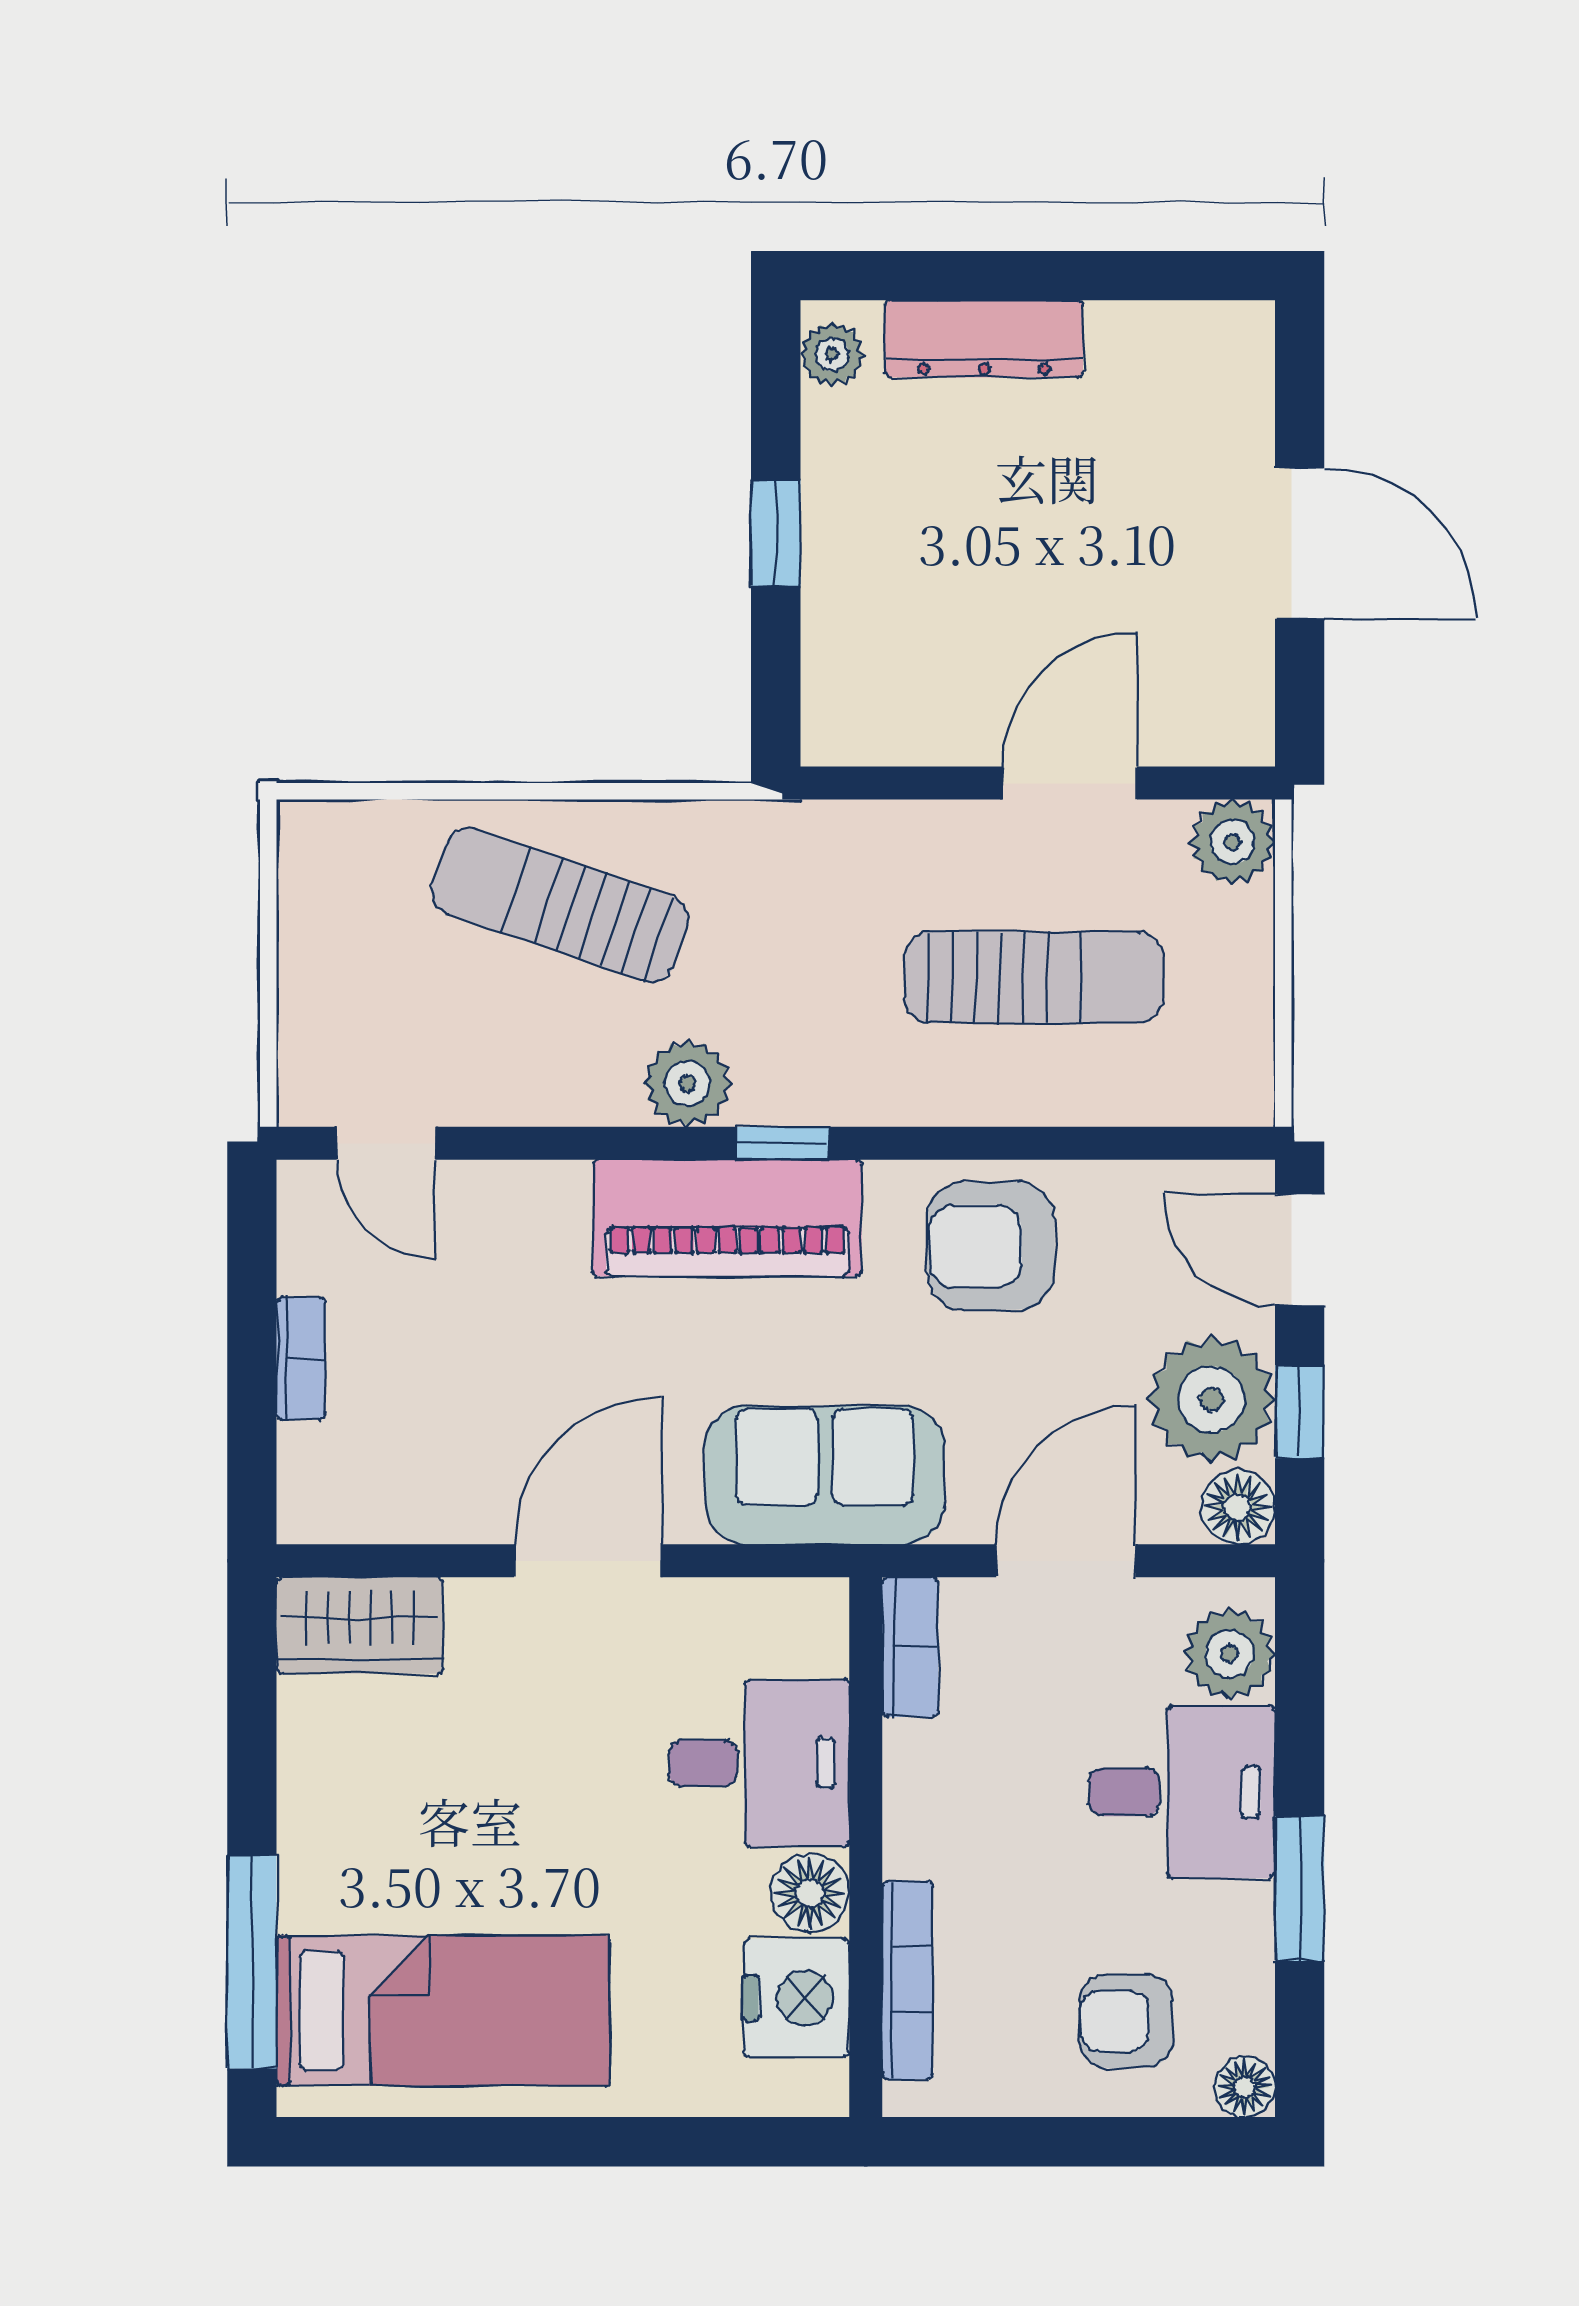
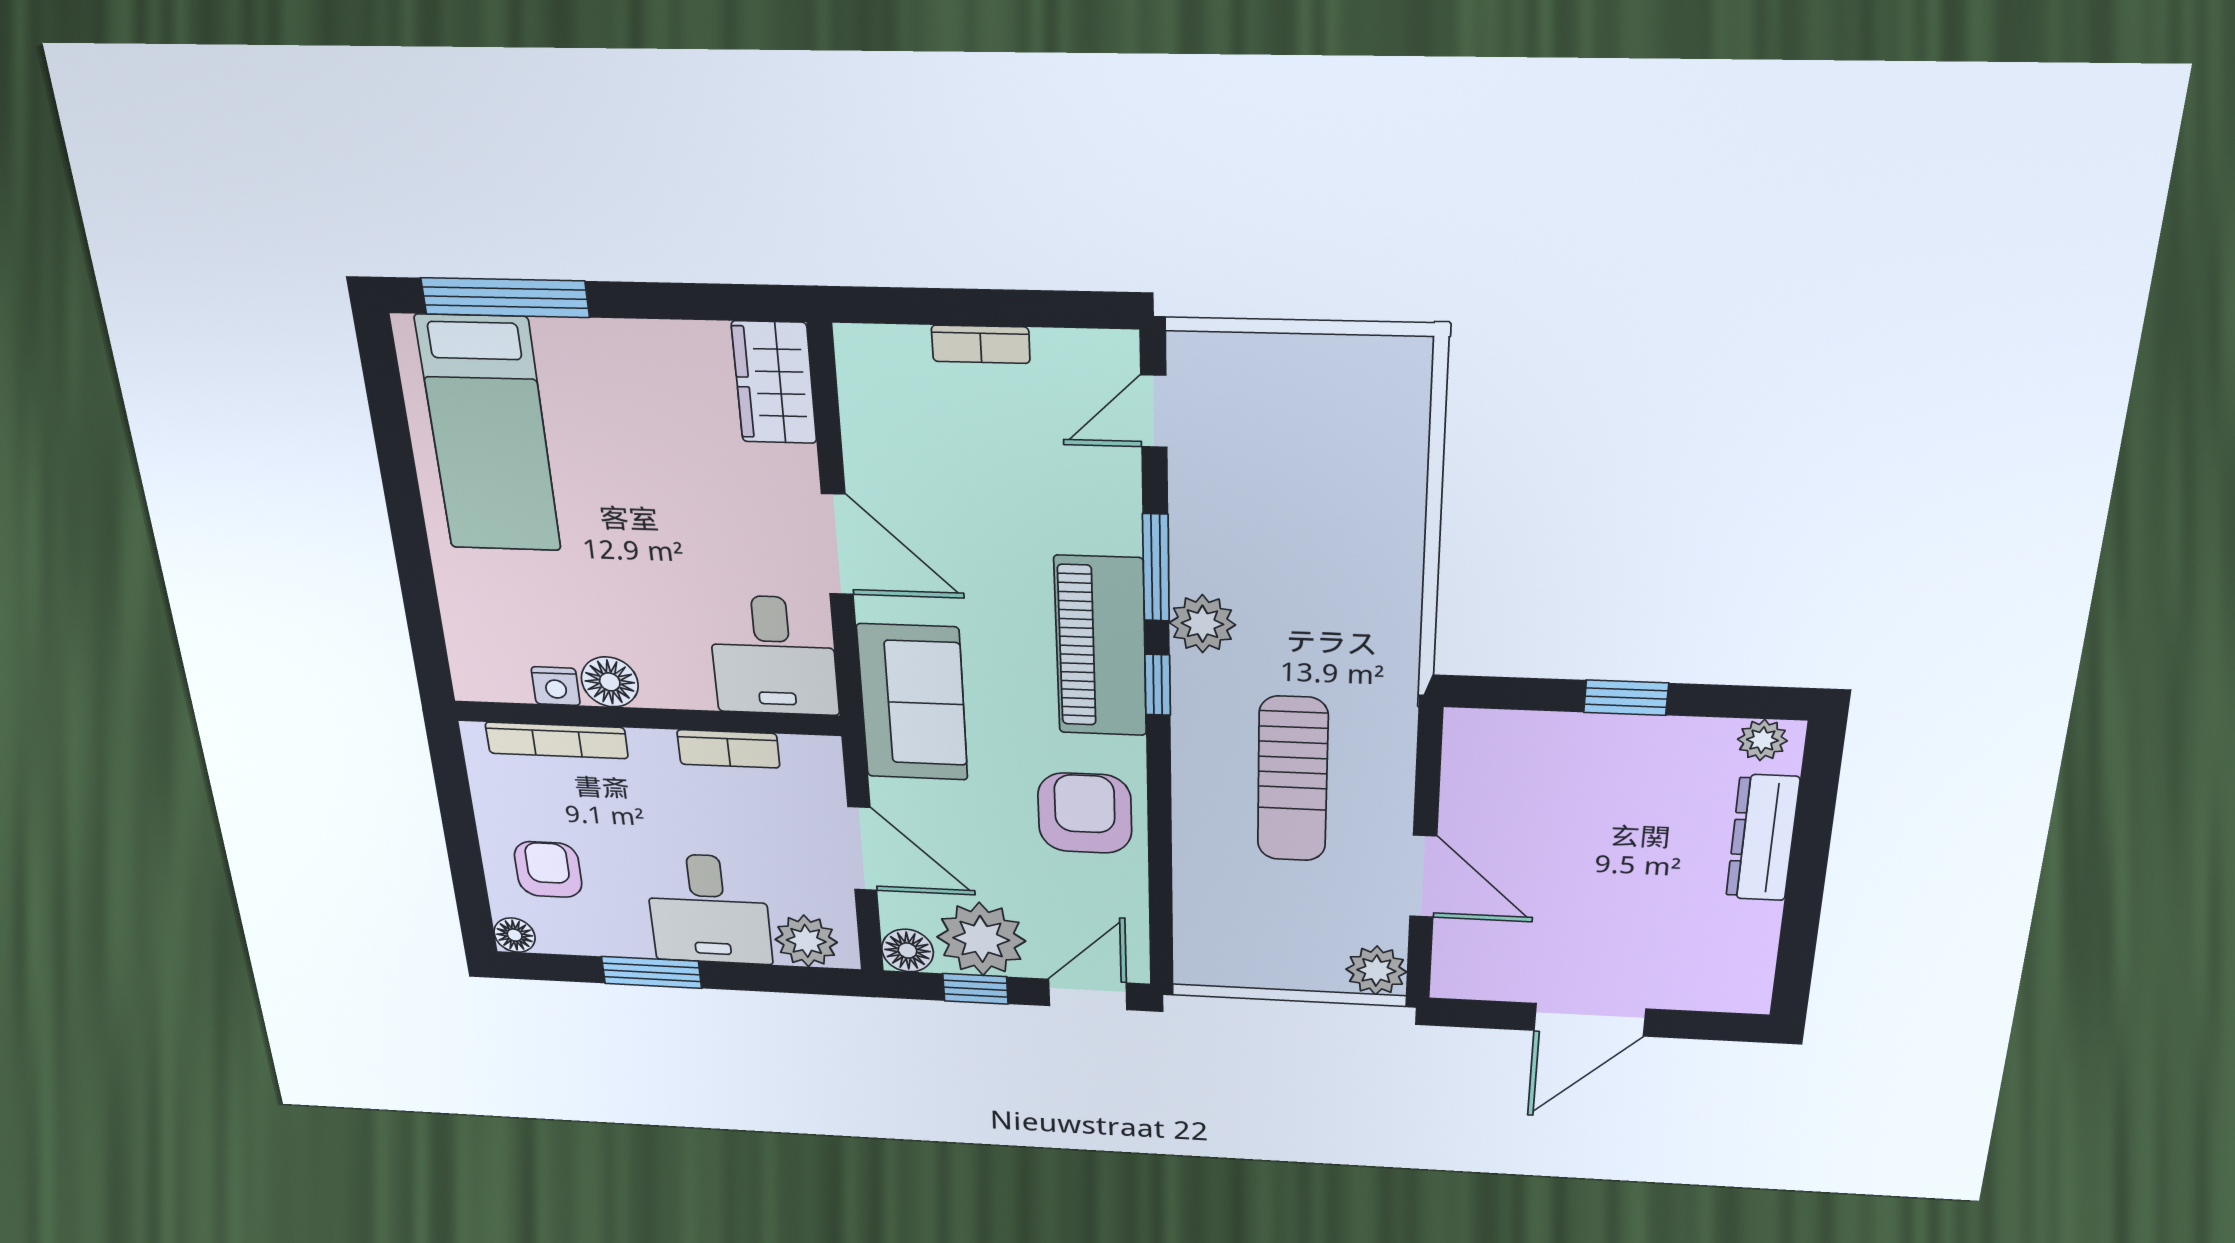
sun lounger: (560, 905) -> (1342, 541), removed
sun lounger: (1034, 977) -> (1293, 779), moved
window: (607, 1143) -> (1156, 568), added
bookcase: (910, 1647) -> (728, 749), moved
desk: (759, 1763) -> (773, 656), moved
nightstand: (796, 1998) -> (556, 686), width x0.53, depth x0.56

